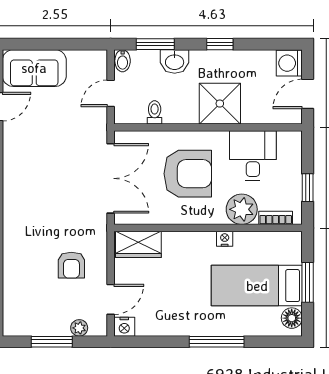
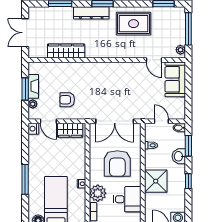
wardrobe: (138, 244) -> (70, 130), moved, turned -90
fireplace: (47, 327) -> (33, 86), added

